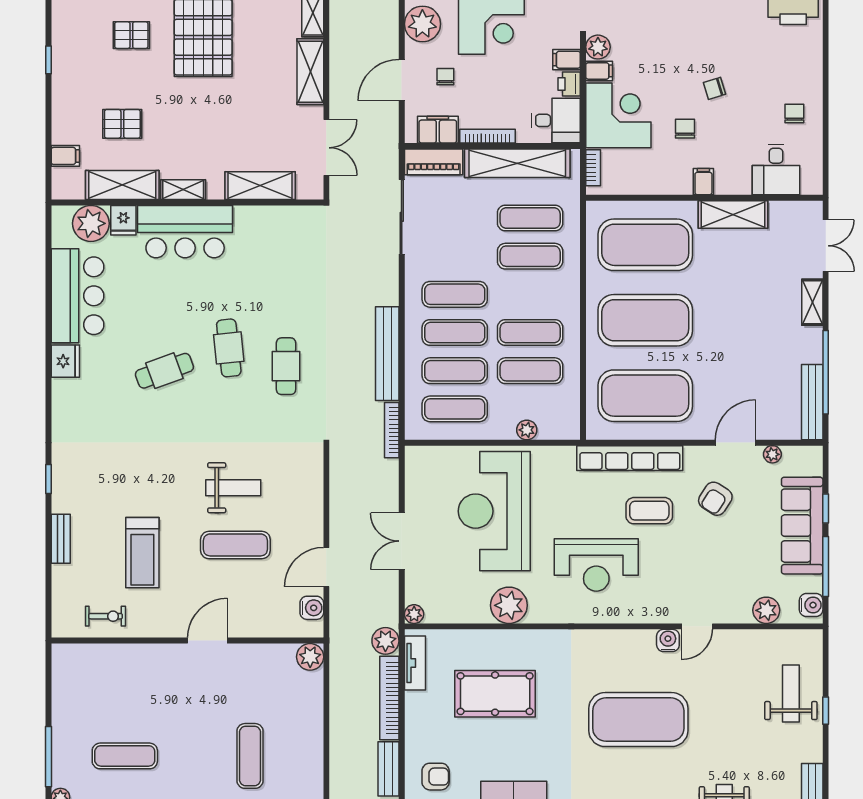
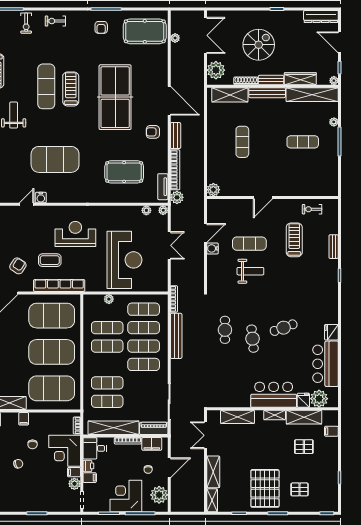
weight bench: (233, 488) -> (250, 271), turned 180
plant: (509, 605) -> (146, 210), moved, width x0.53, depth x0.53
water cooler: (312, 608) -> (212, 248), moved

